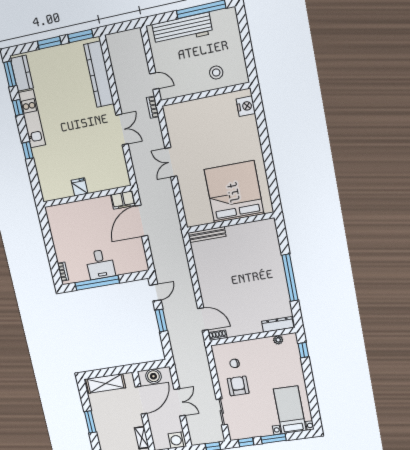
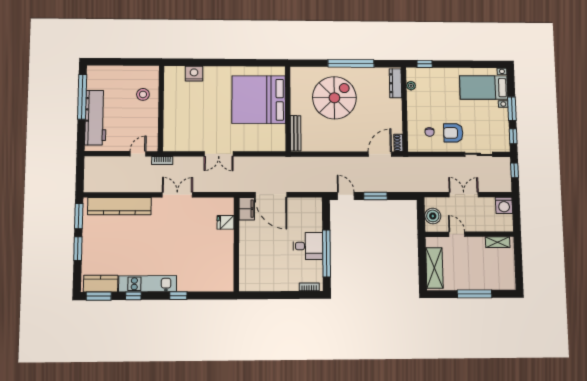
nightstand: (246, 106) -> (194, 74), moved
fridge: (80, 187) -> (226, 222), moved
spiral stairs: (251, 267) -> (334, 98), added
door: (141, 400) -> (457, 234), width x0.53
window: (90, 422) -> (475, 294), width x1.44

